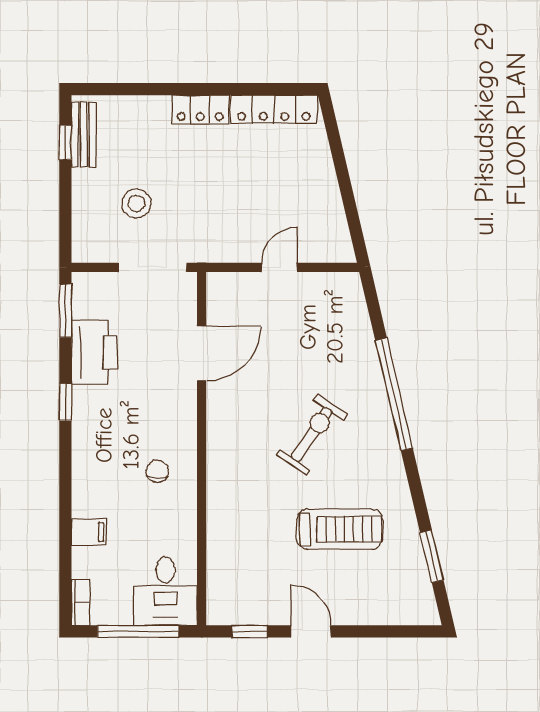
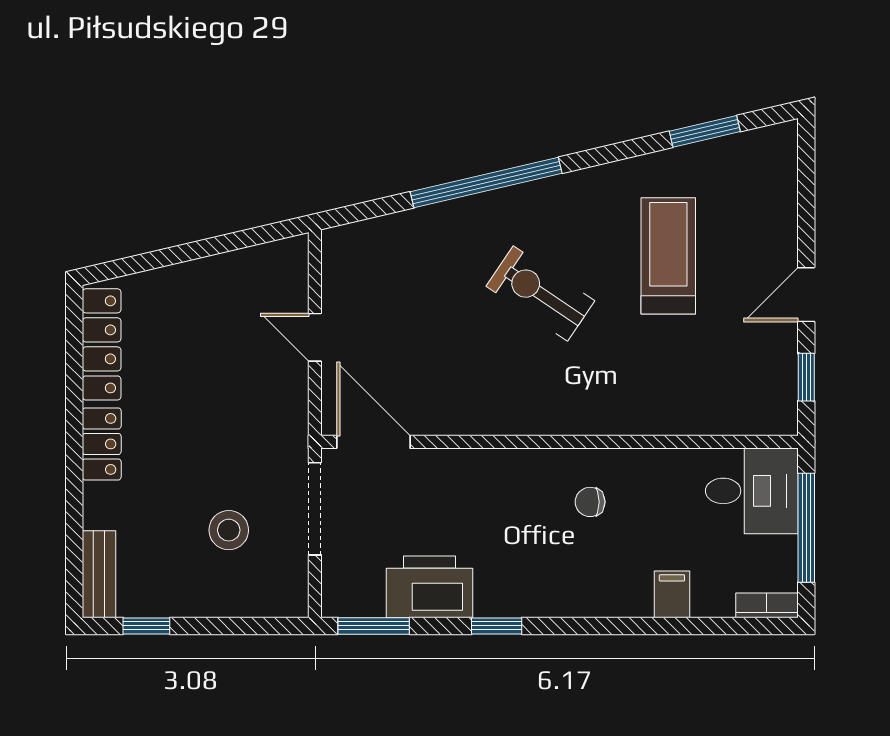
bench: (84, 135) -> (99, 574), moved, turned 90
door: (202, 354) -> (373, 442), moved

